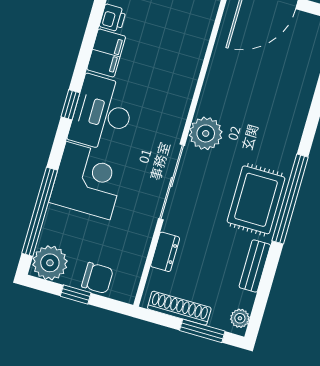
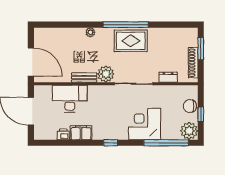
desk: (102, 113) -> (70, 99), moved, turned 180
bench: (255, 266) -> (84, 78), moved
chair: (97, 278) -> (190, 106), turned -90
plant: (240, 318) -> (90, 32), moved

